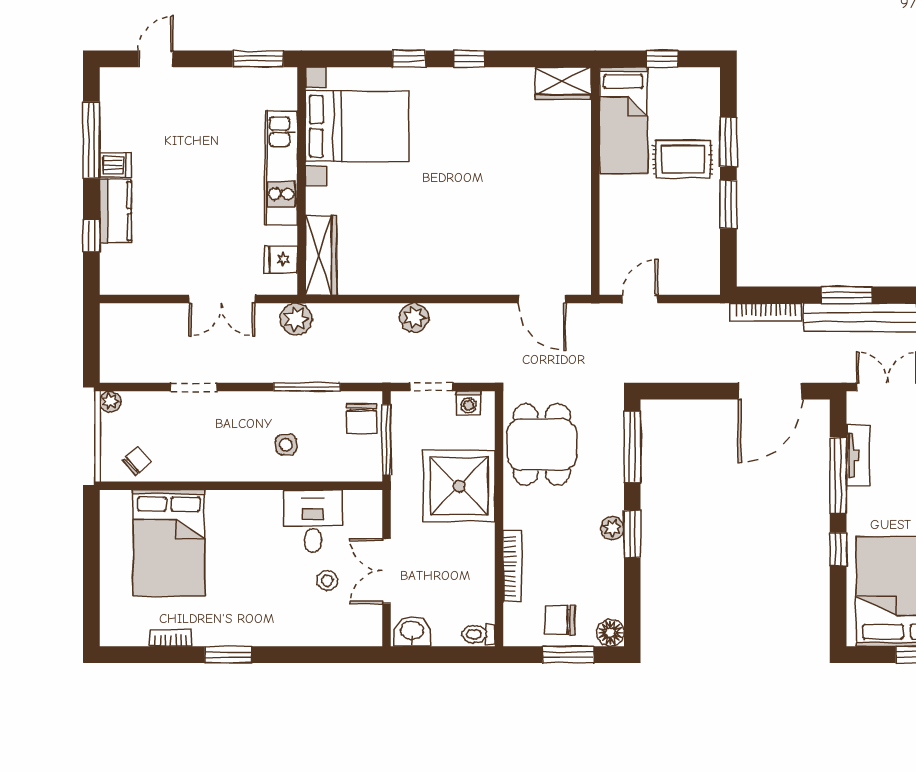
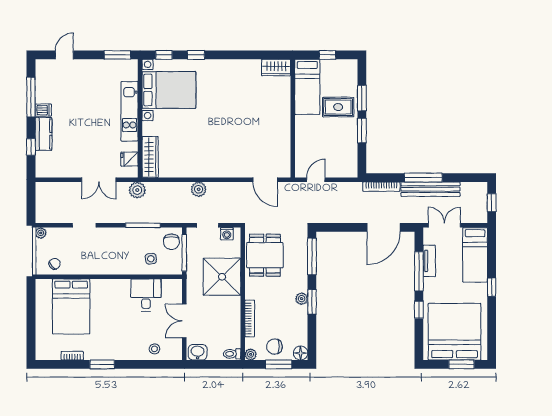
window: (469, 59) -> (164, 55), moved
window: (847, 295) -> (423, 178), width x1.44
side table: (286, 445) -> (151, 259), moved
stool: (327, 581) -> (154, 349), moved
plant: (514, 635) -> (251, 354), added

